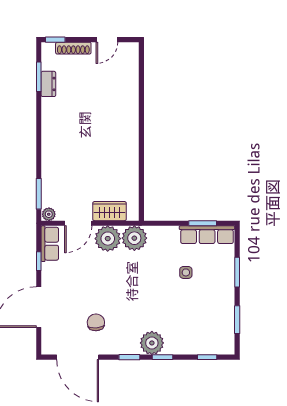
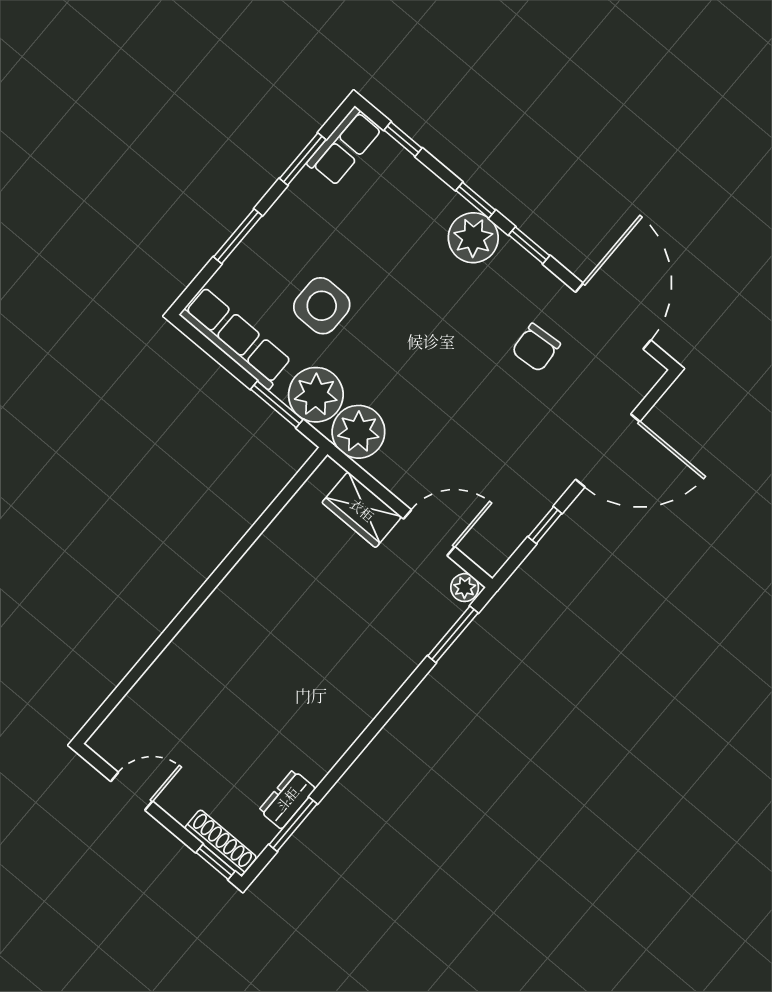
shoe rack: (73, 48) -> (221, 843), moved
window: (203, 223) -> (277, 404), moved
plant: (108, 239) -> (316, 395), moved
row of seats: (50, 244) -> (344, 146), moved, turned 180
side table: (186, 272) -> (322, 306), width x1.87, depth x1.87

